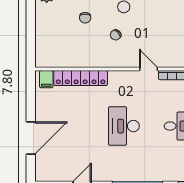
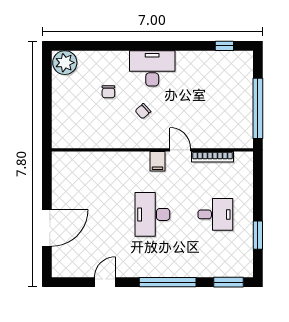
locker: (81, 78) -> (103, 160), removed
filing cabinet: (46, 79) -> (158, 161), moved

